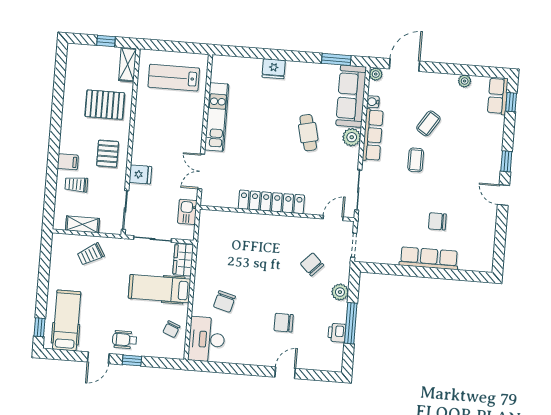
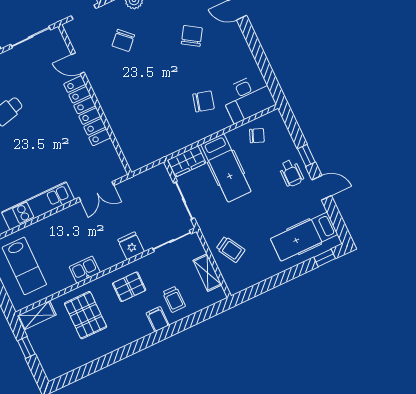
kitchen sink: (187, 212) -> (85, 270), moved, turned 180
door: (333, 218) -> (78, 63), moved
chair: (284, 323) -> (192, 36), turned -147

